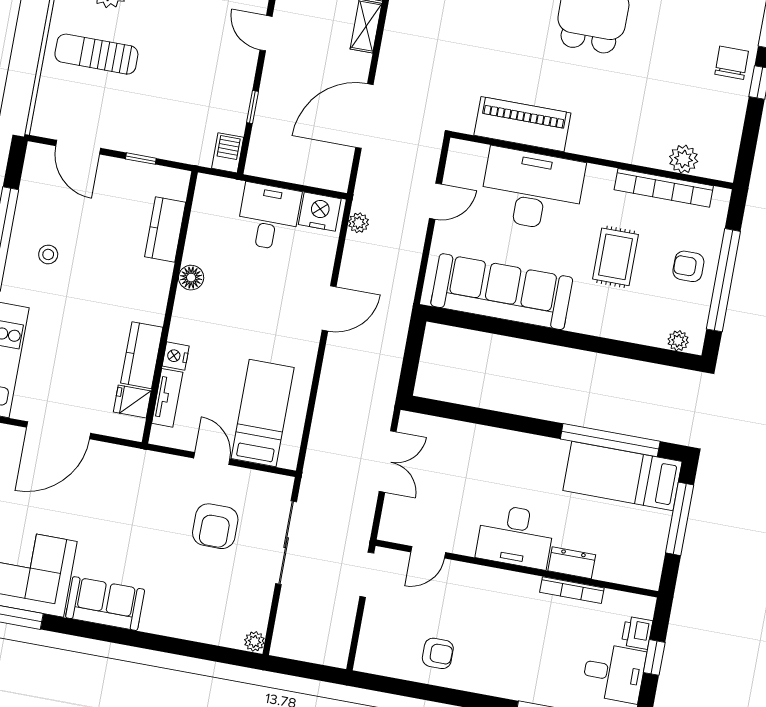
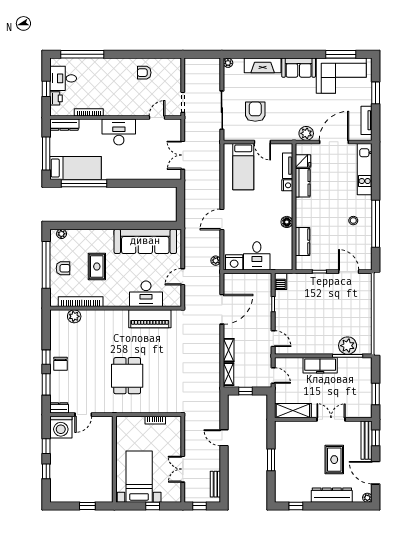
sun lounger: (96, 54) -> (348, 315), removed
desk: (532, 190) -> (146, 294), width x0.73, depth x0.77
plant: (115, 460) -> (306, 133), added
dresser: (572, 563) -> (64, 125), moved, width x1.44
fireplace: (181, 622) -> (263, 65), added

